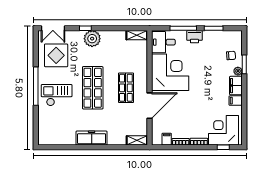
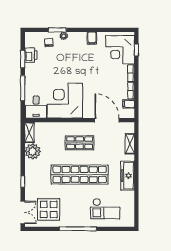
printer: (194, 37) -> (31, 55), moved
plant: (92, 39) -> (33, 151), moved
filing cabinet: (236, 86) -> (77, 38), removed
shop shelf: (93, 88) -> (80, 175), width x1.40
checkout: (57, 95) -> (105, 209), moved, turned -90
door: (150, 106) -> (107, 120), moved
shelving: (137, 140) -> (130, 144), moved

